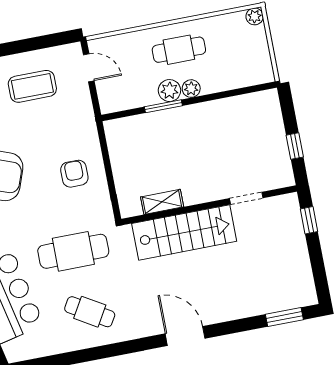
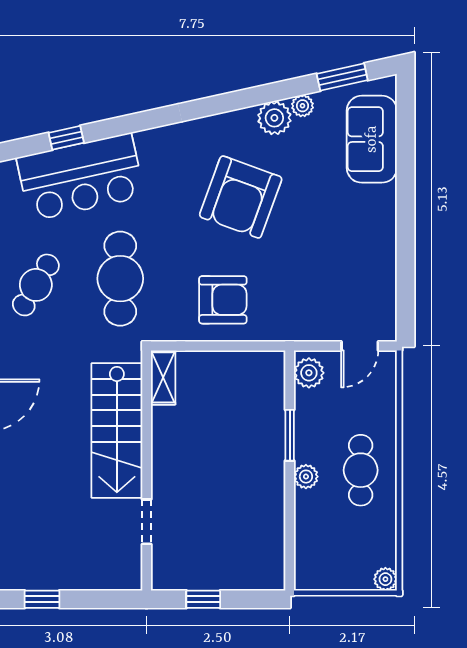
coffee table: (32, 86) -> (349, 266), removed
plant: (169, 91) -> (309, 373), moved
armchair: (74, 174) -> (223, 300), width x1.38, depth x1.38
shelving: (162, 202) -> (163, 377), moved
window: (309, 220) -> (42, 599), moved

